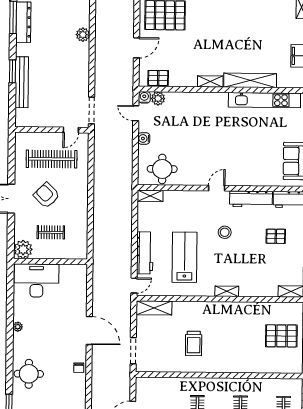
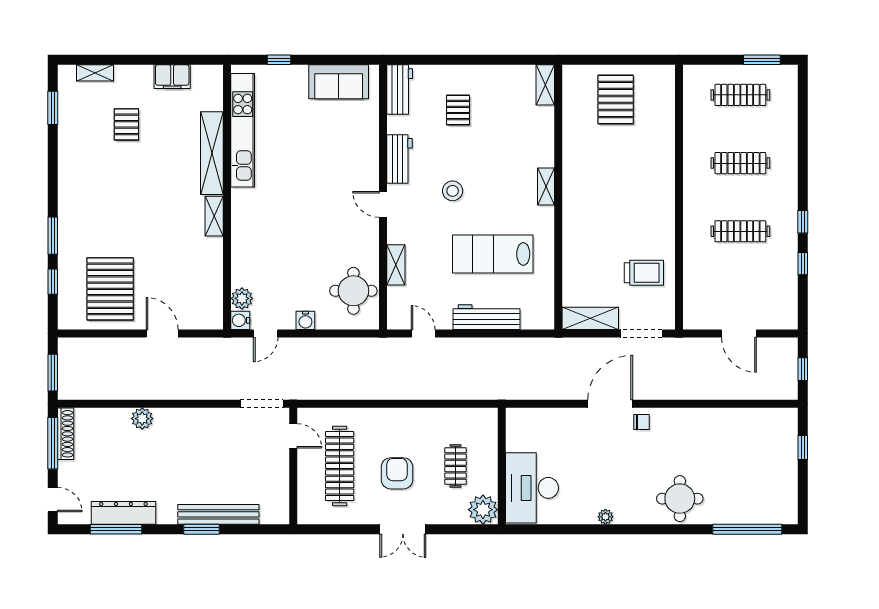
pallet: (158, 78) -> (126, 124), moved
armchair: (47, 195) -> (397, 473), turned 135
shelving: (150, 196) -> (396, 265), moved
workbench: (251, 199) -> (399, 159), width x0.73
door: (134, 286) -> (423, 334), moved
shelving: (154, 308) -> (590, 318), moved, turned 90
trolley: (194, 343) -> (644, 273), moved
chair: (79, 368) -> (642, 422), moved

